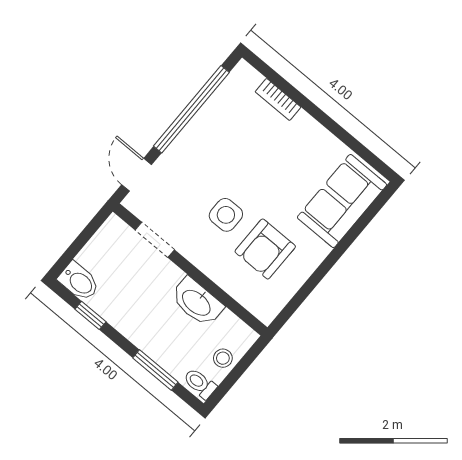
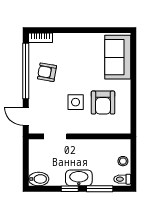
bookcase: (278, 99) -> (40, 38), moved
armchair: (221, 137) -> (47, 72), added
washbasin: (197, 302) -> (79, 178), moved, turned 180
window: (90, 315) -> (70, 189), moved

